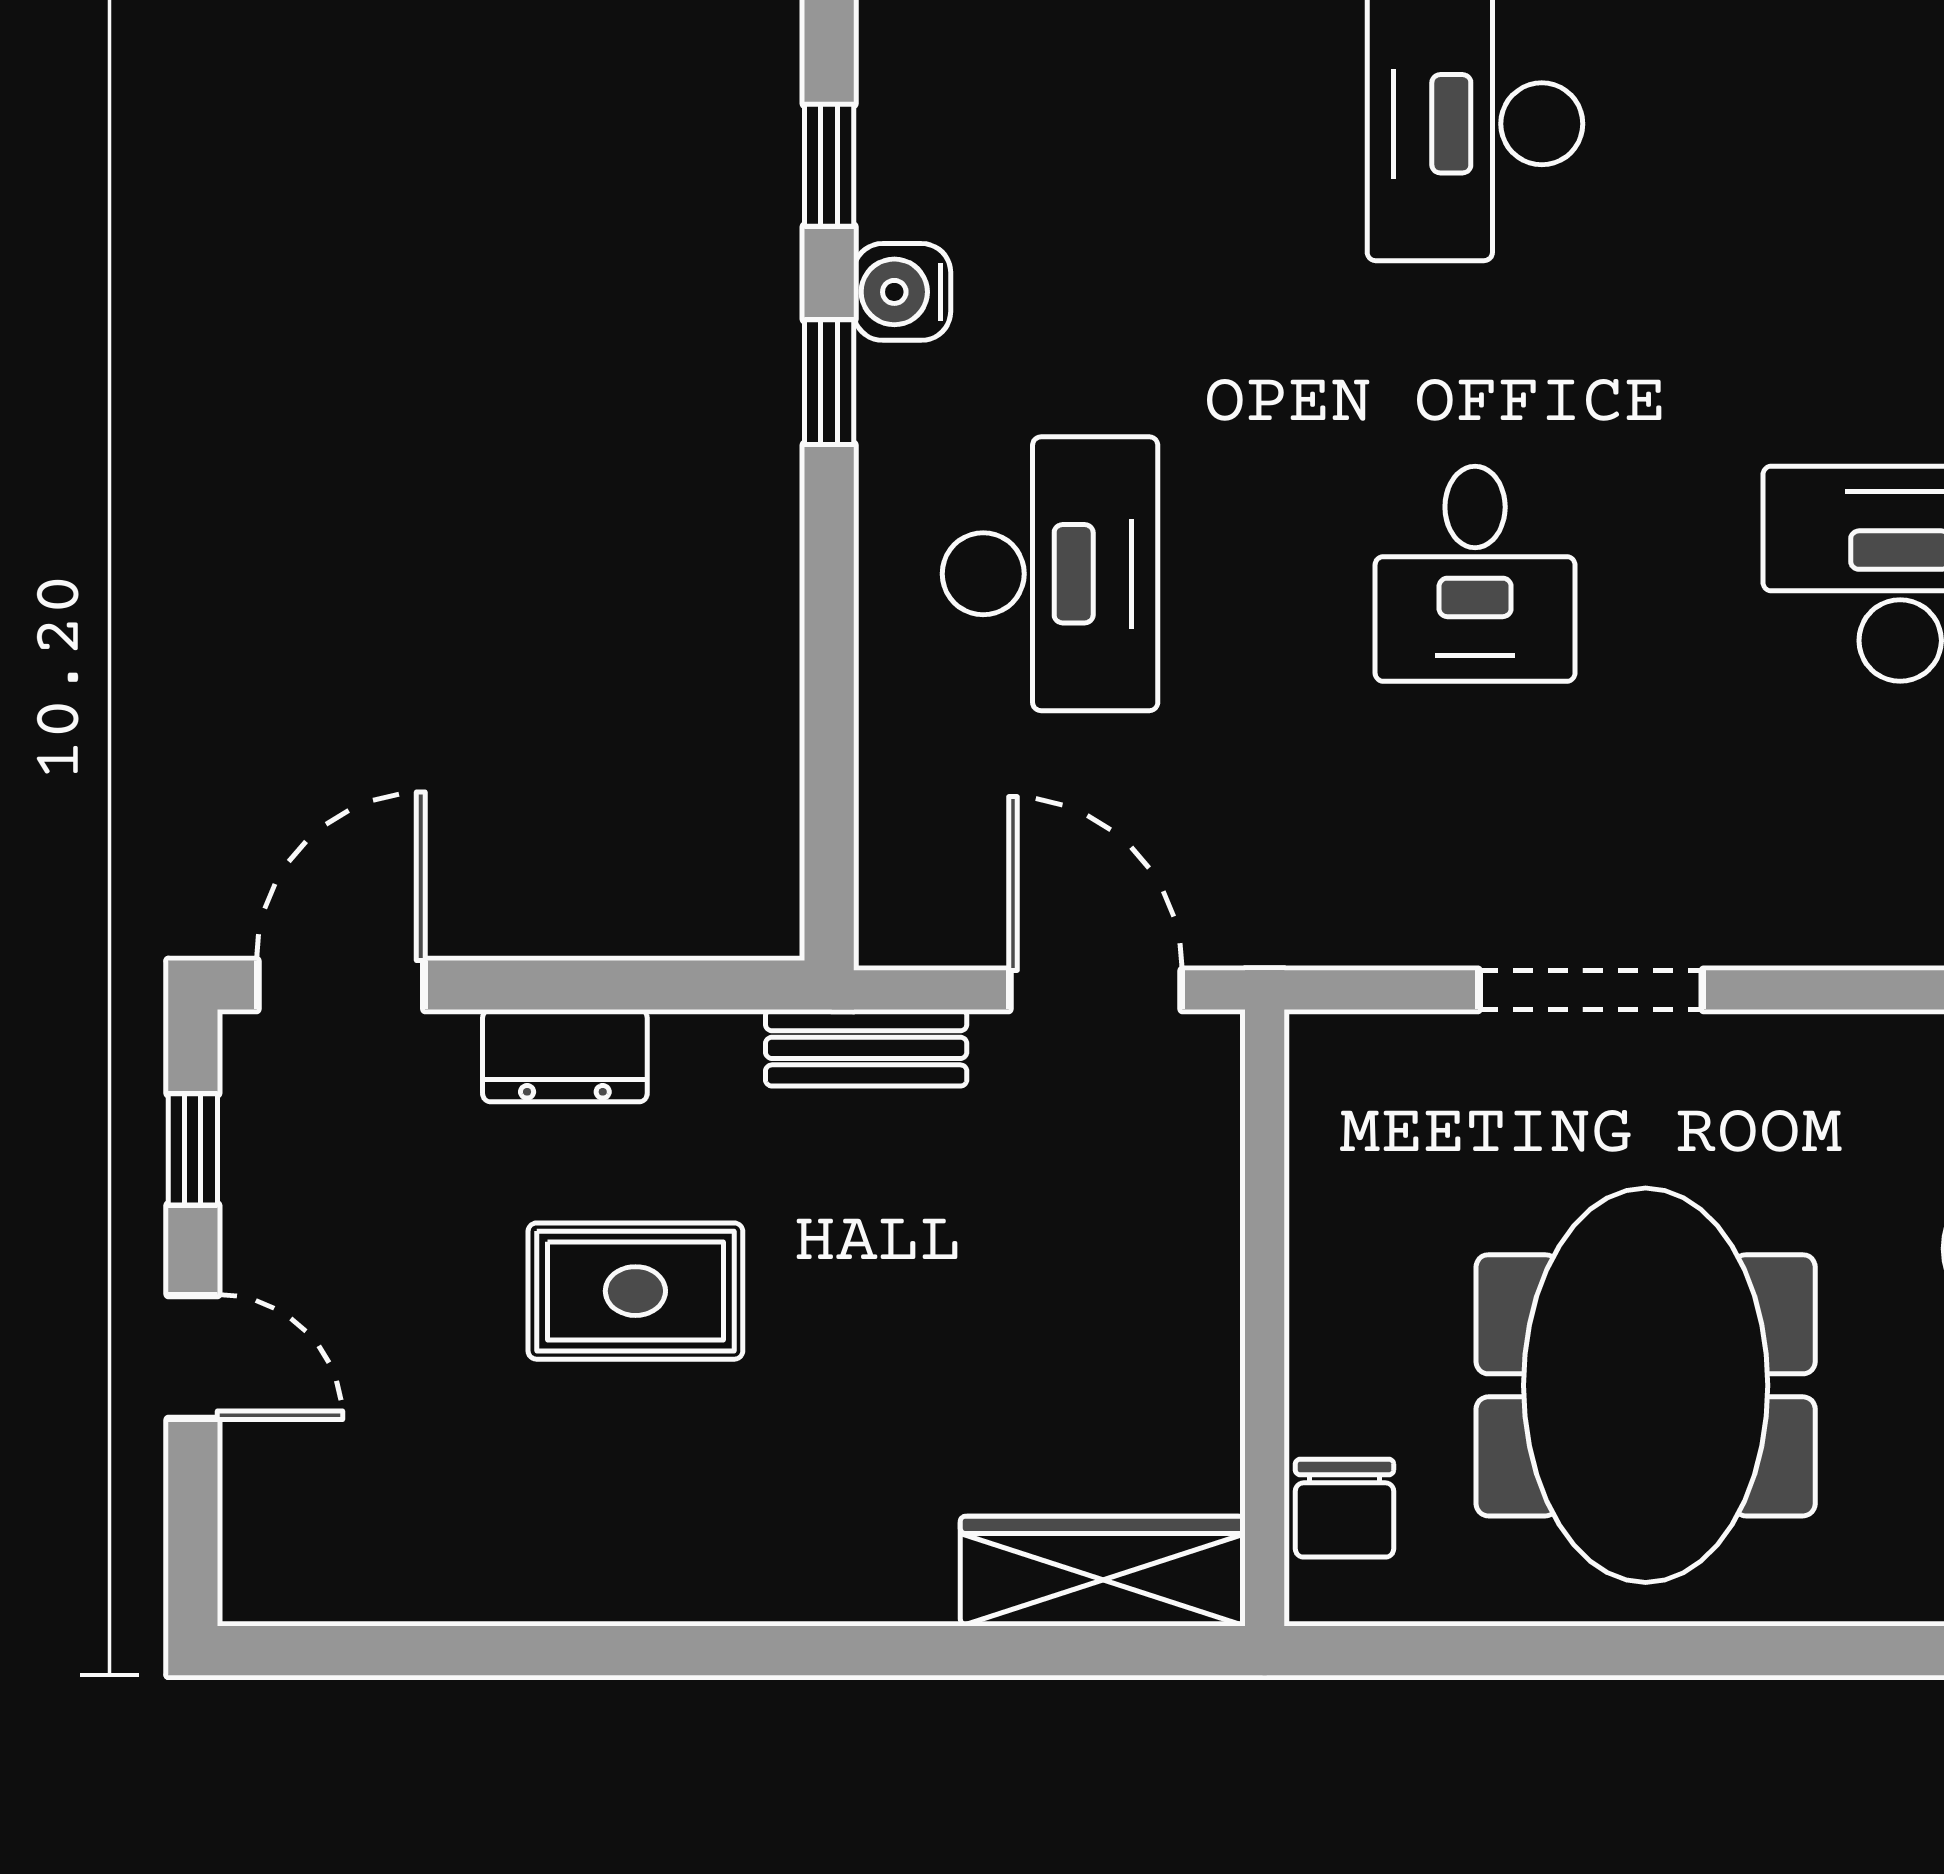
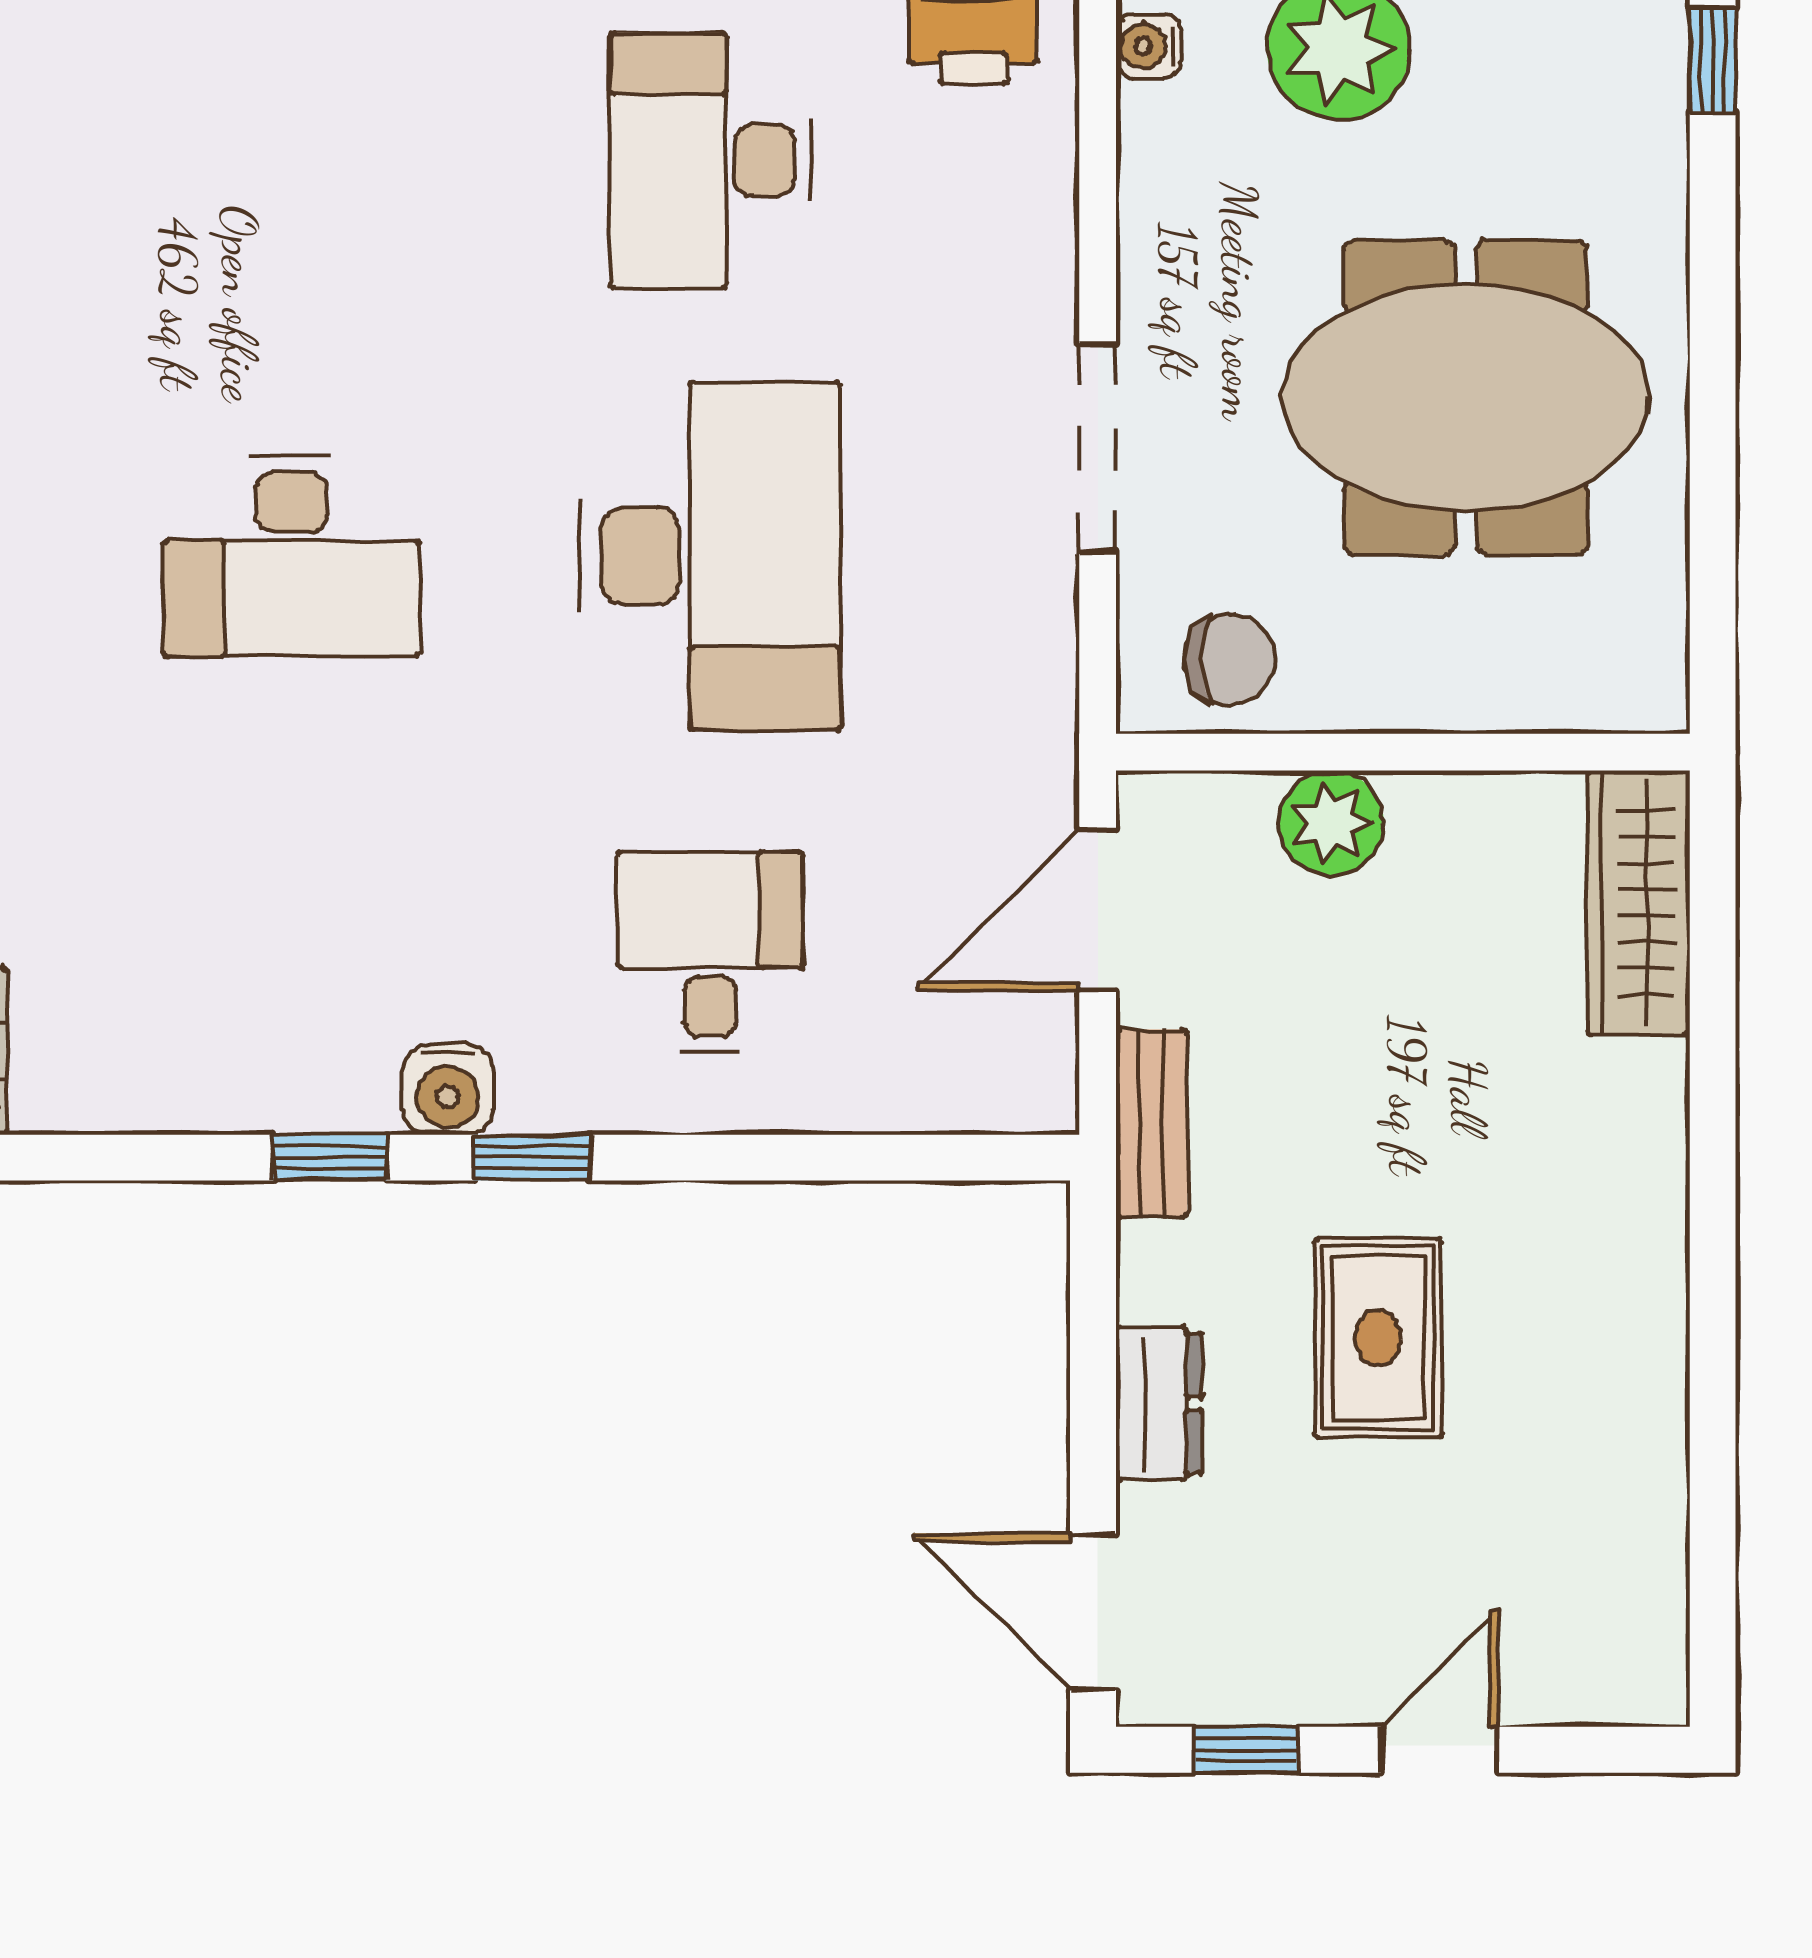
desk: (1050, 574) -> (710, 952), width x0.73
desk: (1475, 574) -> (710, 556), width x1.87, depth x1.30
plant: (1188, 1241) -> (1331, 823), added
chair: (1344, 1508) -> (1229, 659), moved

